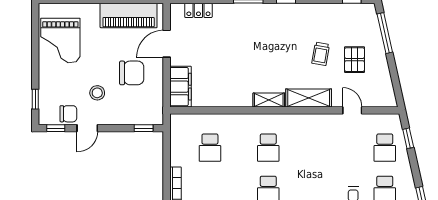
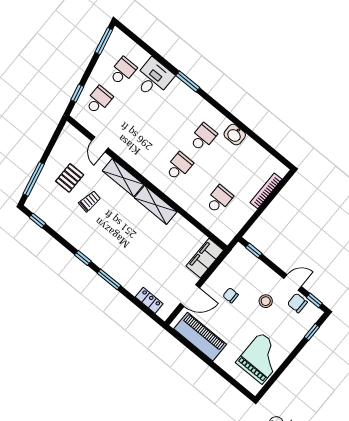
chair: (132, 73) -> (231, 295), width x0.54, depth x0.54
shelving: (269, 100) -> (156, 205), width x1.50, depth x1.33

